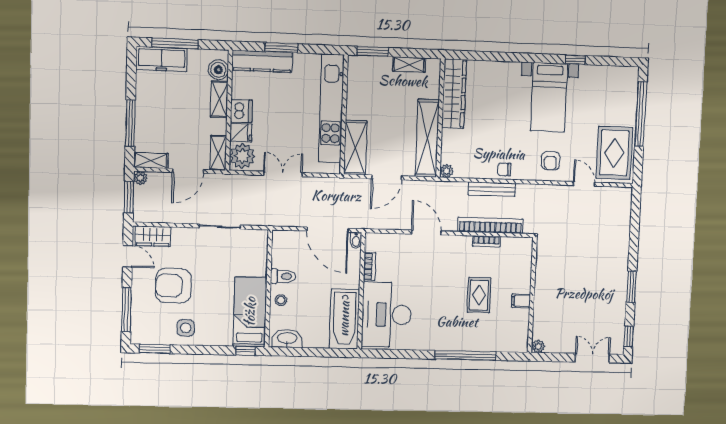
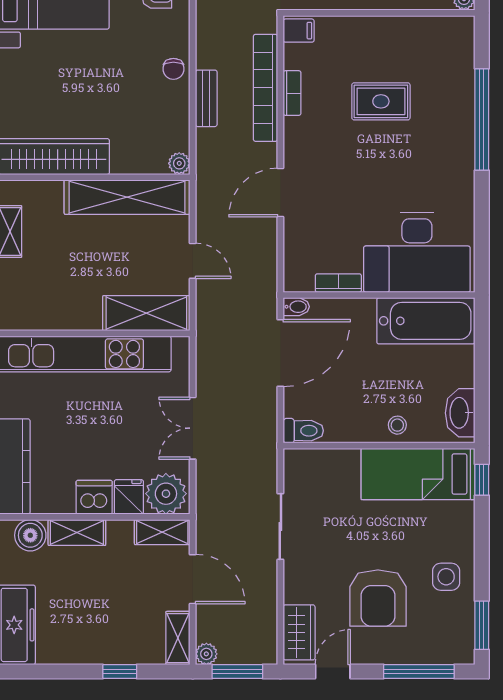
window: (130, 123) -> (120, 672), width x0.46
door: (387, 177) -> (193, 261), width x0.73
bench: (492, 189) -> (206, 98), width x0.73
toilet: (283, 276) -> (303, 431), moved, turned 90
filing cabinet: (521, 301) -> (299, 31), moved, turned -90

